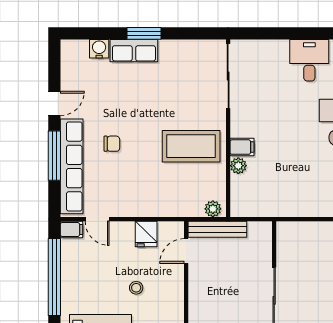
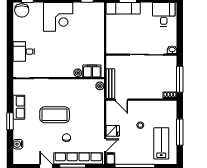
row of seats: (134, 51) -> (19, 107), moved
desk: (309, 60) -> (24, 52), moved
coffee table: (191, 146) -> (55, 115), moved, turned 90
filing cabinet: (242, 147) -> (92, 71), moved, width x2.00
fridge: (146, 234) -> (113, 131), moved

